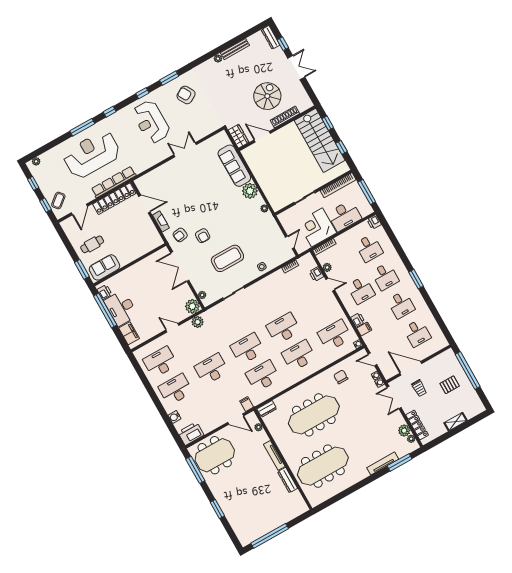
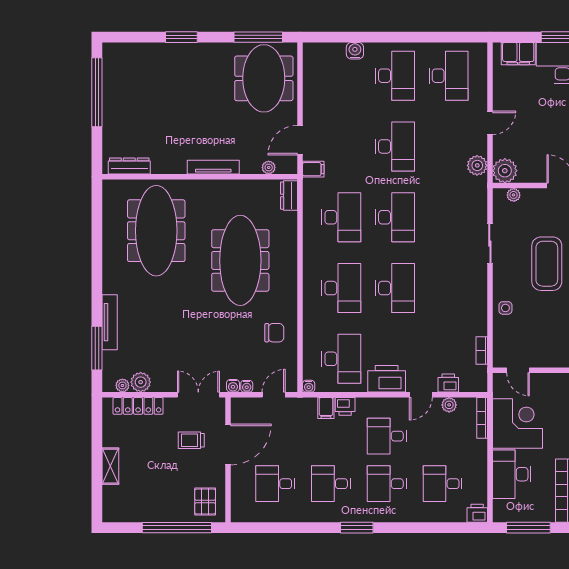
pallet: (450, 385) -> (205, 501), moved
printer: (191, 434) -> (387, 379), moved, turned -90
dresser: (287, 480) -> (129, 166), moved

